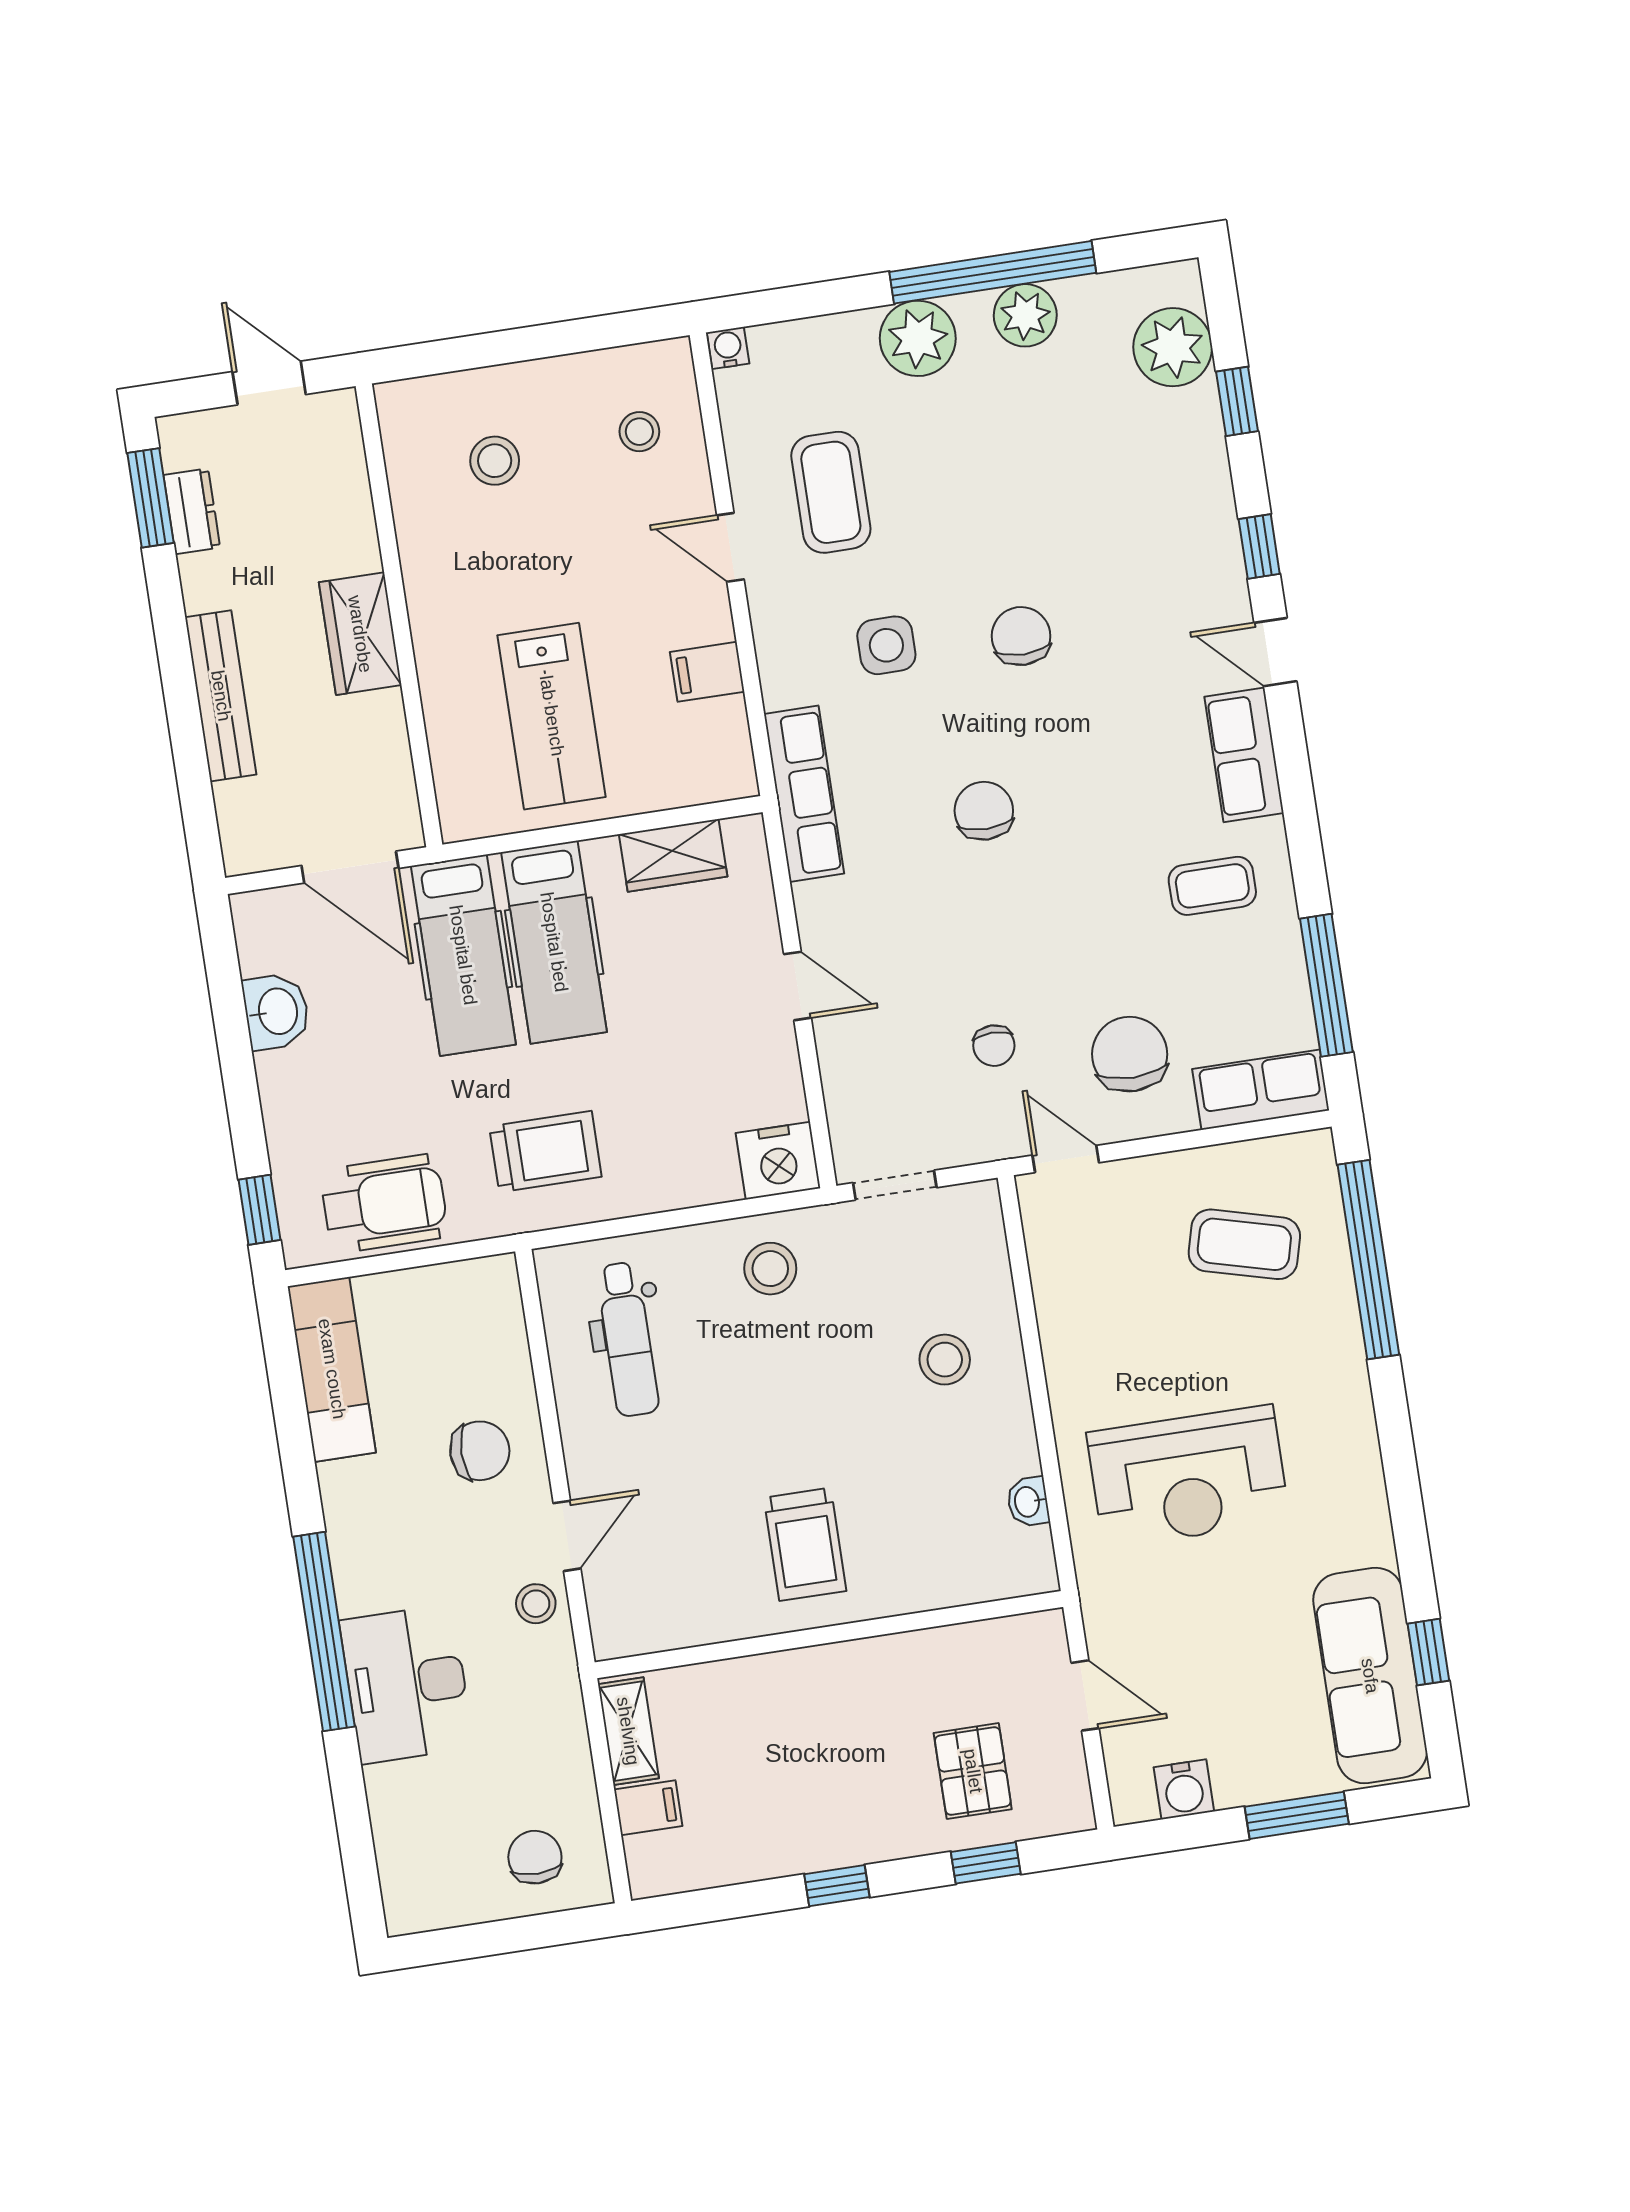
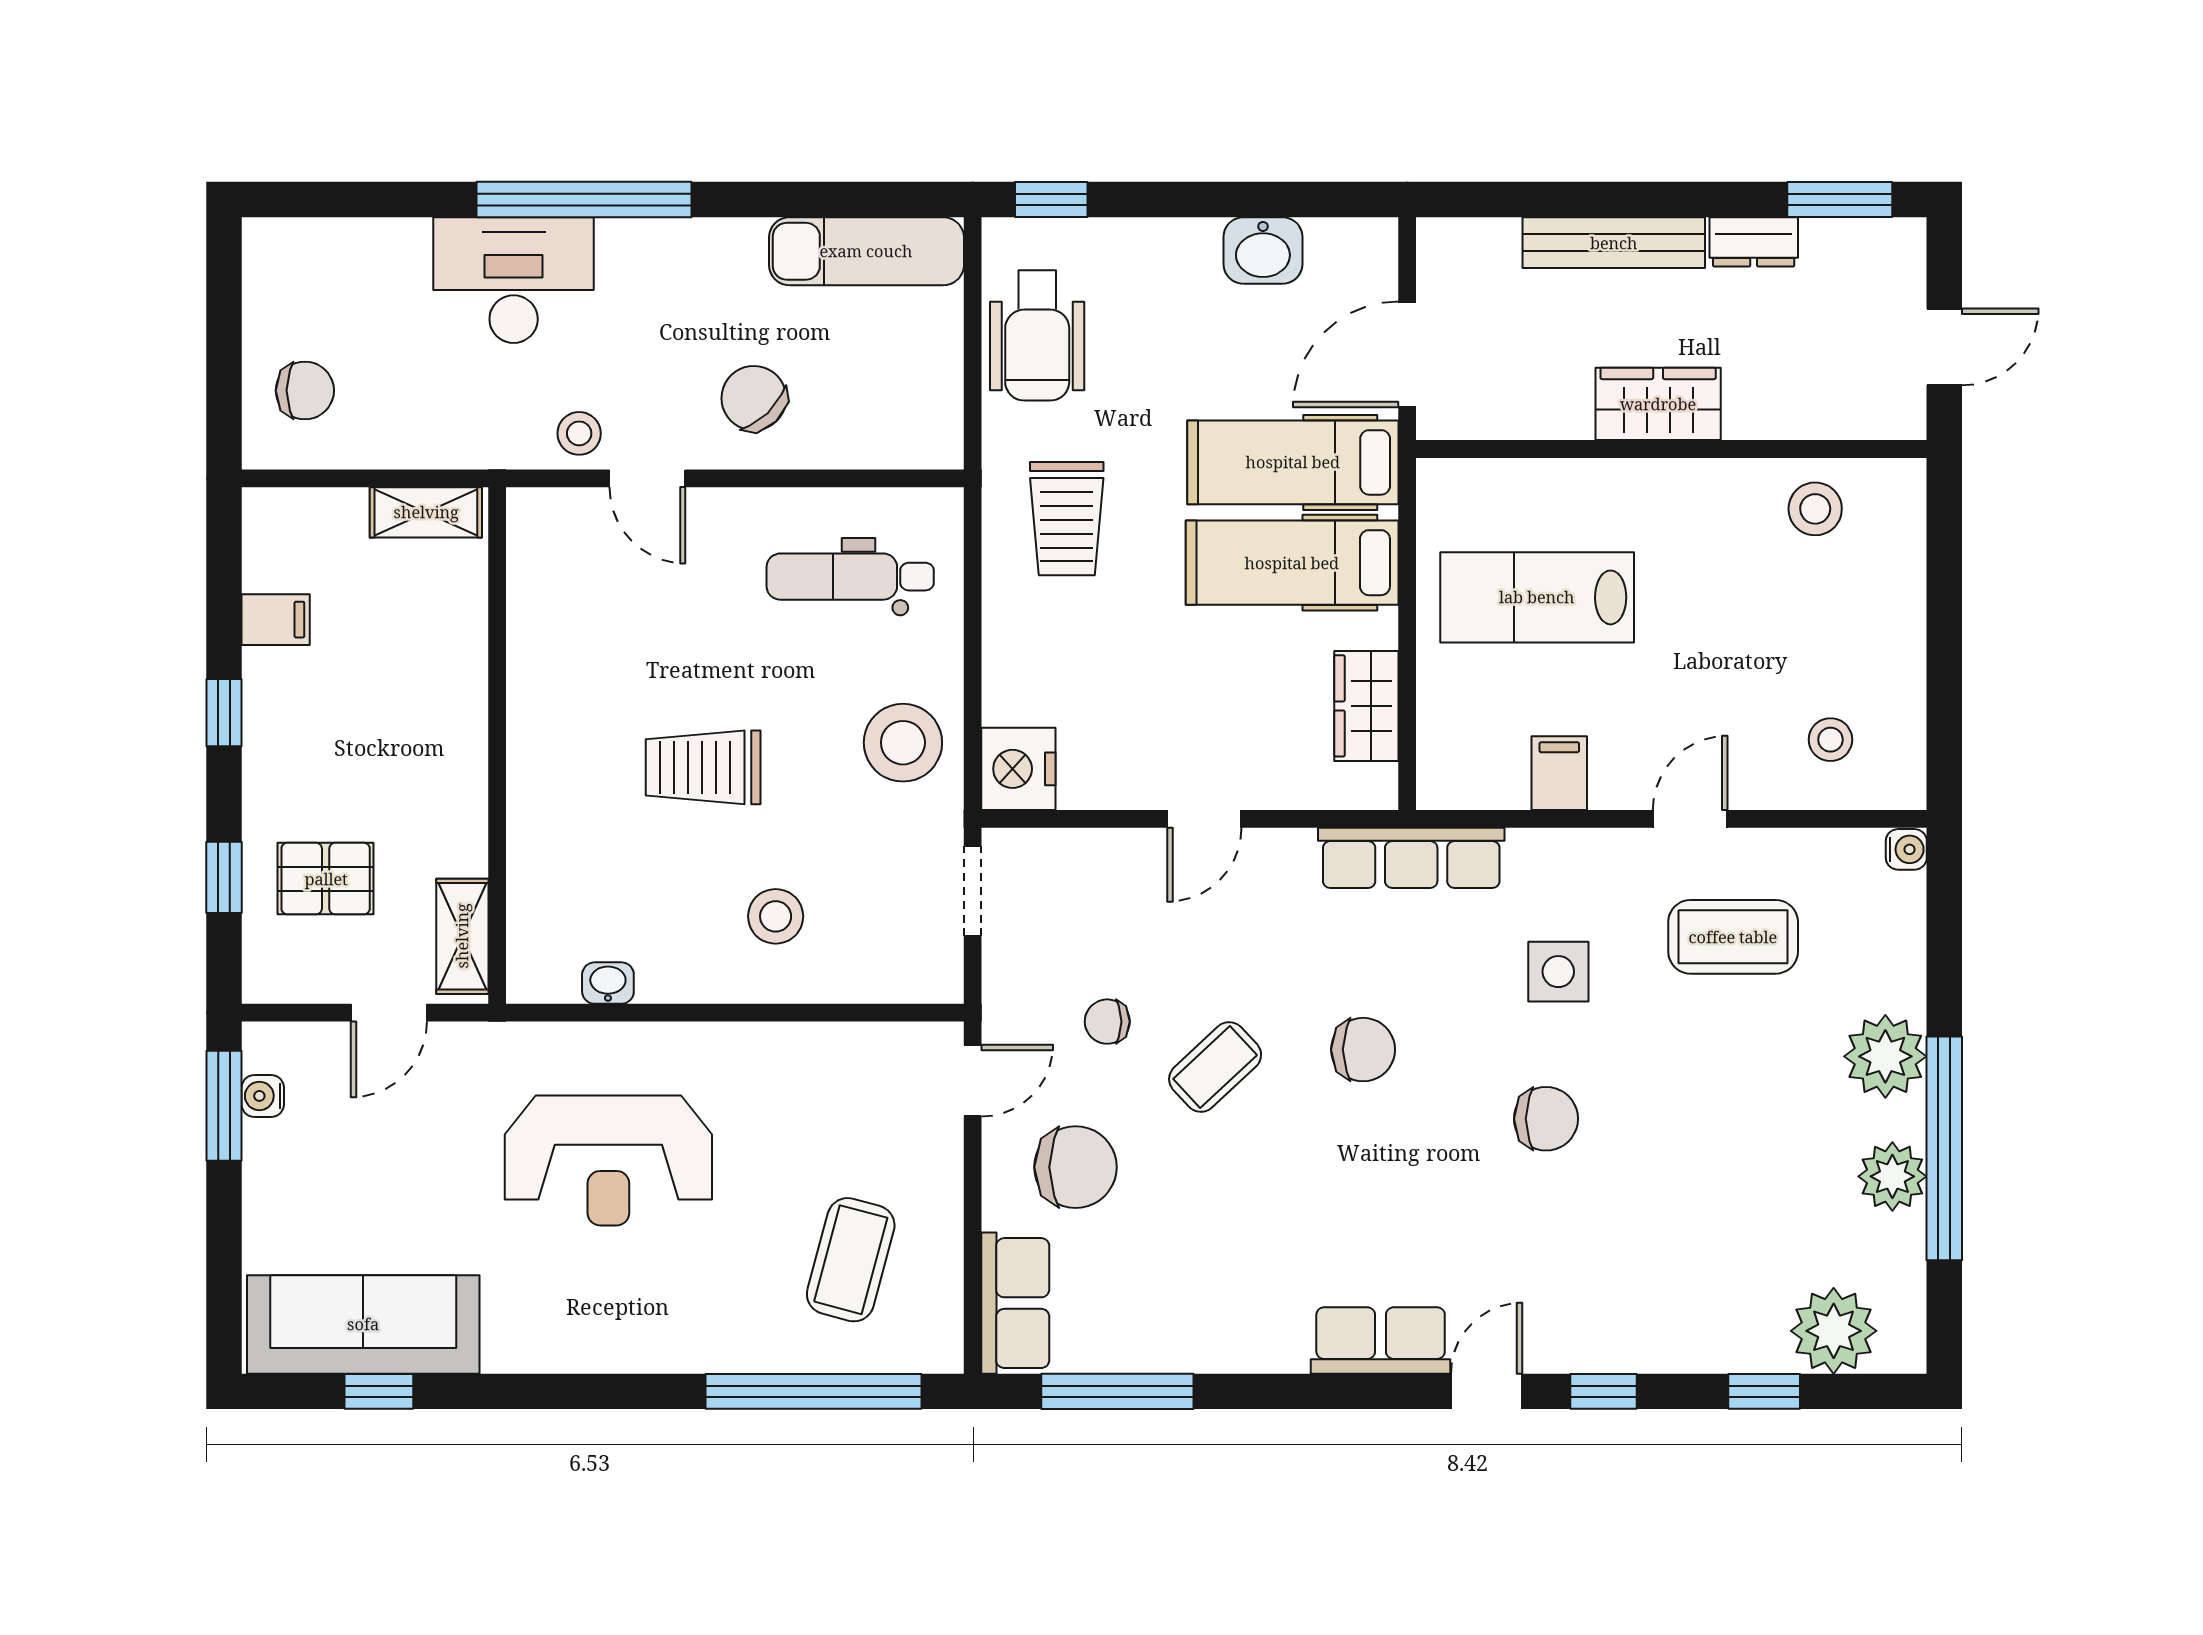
stool: (495, 461) -> (1815, 509), moved
dresser: (192, 511) -> (1754, 242), moved
coffee table: (1212, 886) -> (1215, 1067), moved, turned 47
stool: (770, 1269) -> (903, 743), width x1.38, depth x1.38
chair: (480, 1451) -> (754, 398), turned 136
reception desk: (1188, 1477) -> (608, 1160), turned -90
trolley: (805, 1544) -> (703, 767), moved
shelving: (1006, 1640) -> (462, 936), added
water cooler: (1184, 1789) -> (263, 1096), width x0.72, depth x0.72
filing cabinet: (648, 1808) -> (276, 620), moved, turned -90
window: (1297, 1815) -> (224, 1106), moved

